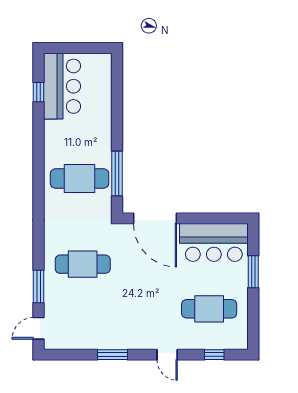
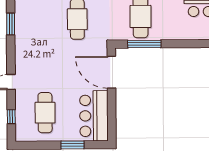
door: (155, 218) -> (111, 72), hinge flipped
window: (113, 355) -> (11, 24), moved

